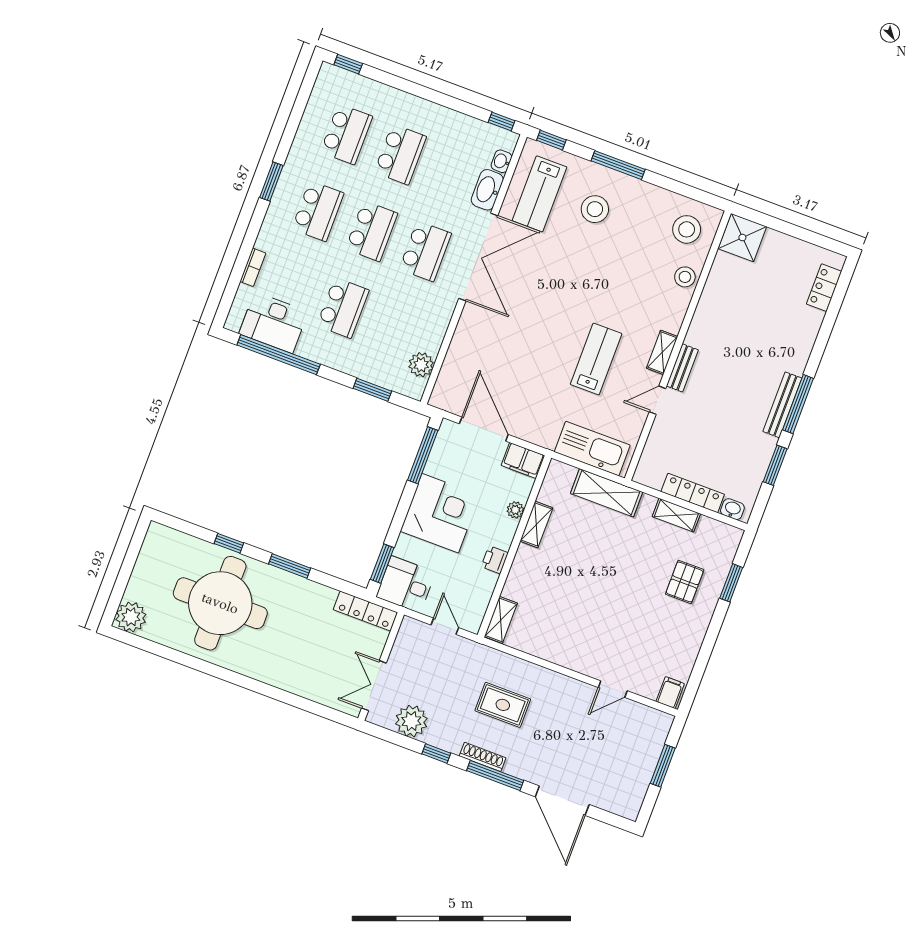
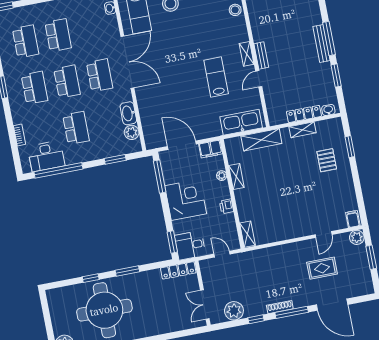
washbasin: (487, 190) -> (128, 113), moved
rug: (503, 705) -> (322, 268), moved
plant: (659, 723) -> (357, 237), added

